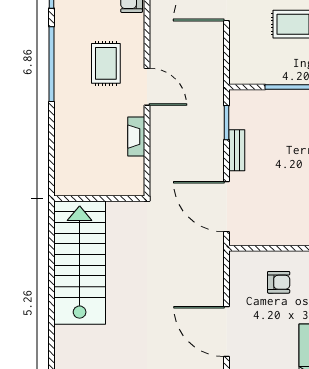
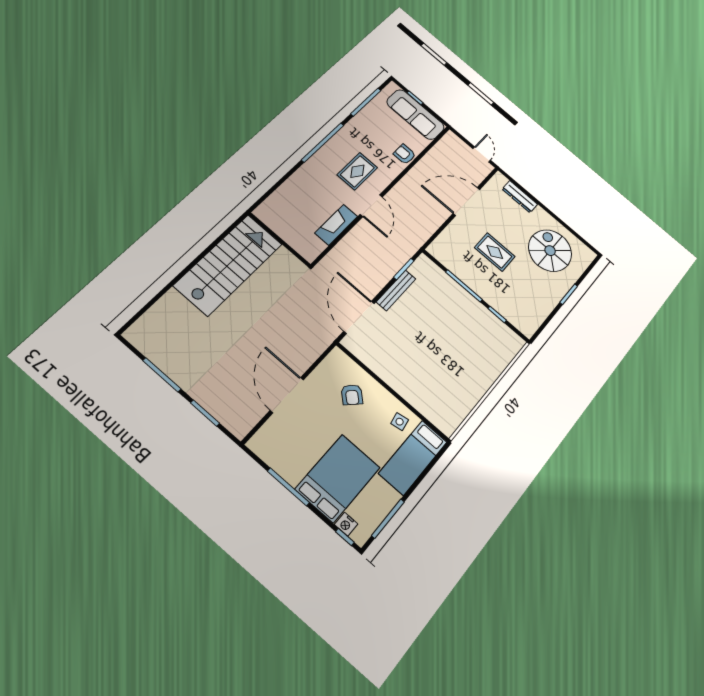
fireplace: (136, 137) -> (336, 225), width x1.37, depth x1.32
bench: (237, 150) -> (396, 290), width x1.36
armchair: (279, 282) -> (352, 395), turned 43

